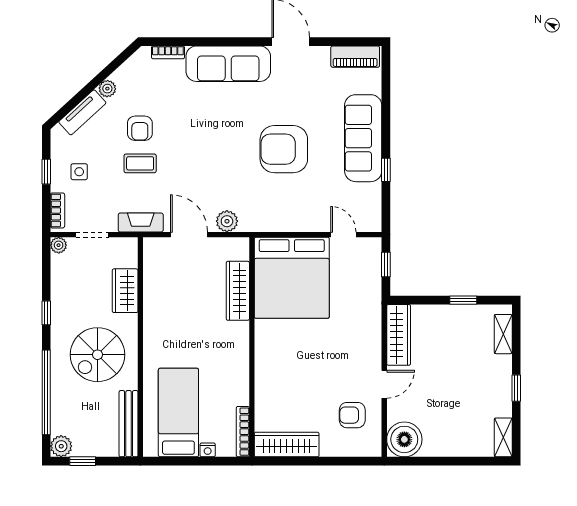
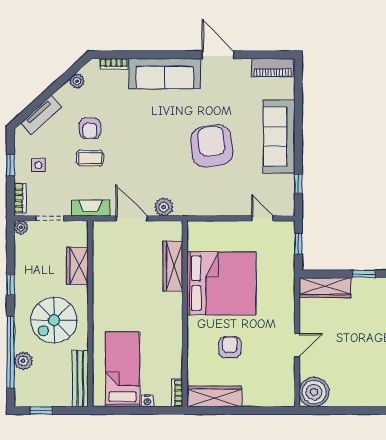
plant: (107, 89) -> (77, 81), moved
armchair: (284, 149) -> (212, 146), turned 83
window: (386, 170) -> (298, 184), moved
bed: (292, 278) -> (221, 283), moved, turned -90
wardrobe: (399, 335) -> (325, 288), moved, turned 90
armchair: (352, 415) -> (230, 347), moved, turned 90
bookcase: (243, 432) -> (177, 393), width x0.64
plant: (61, 446) -> (23, 361), moved

